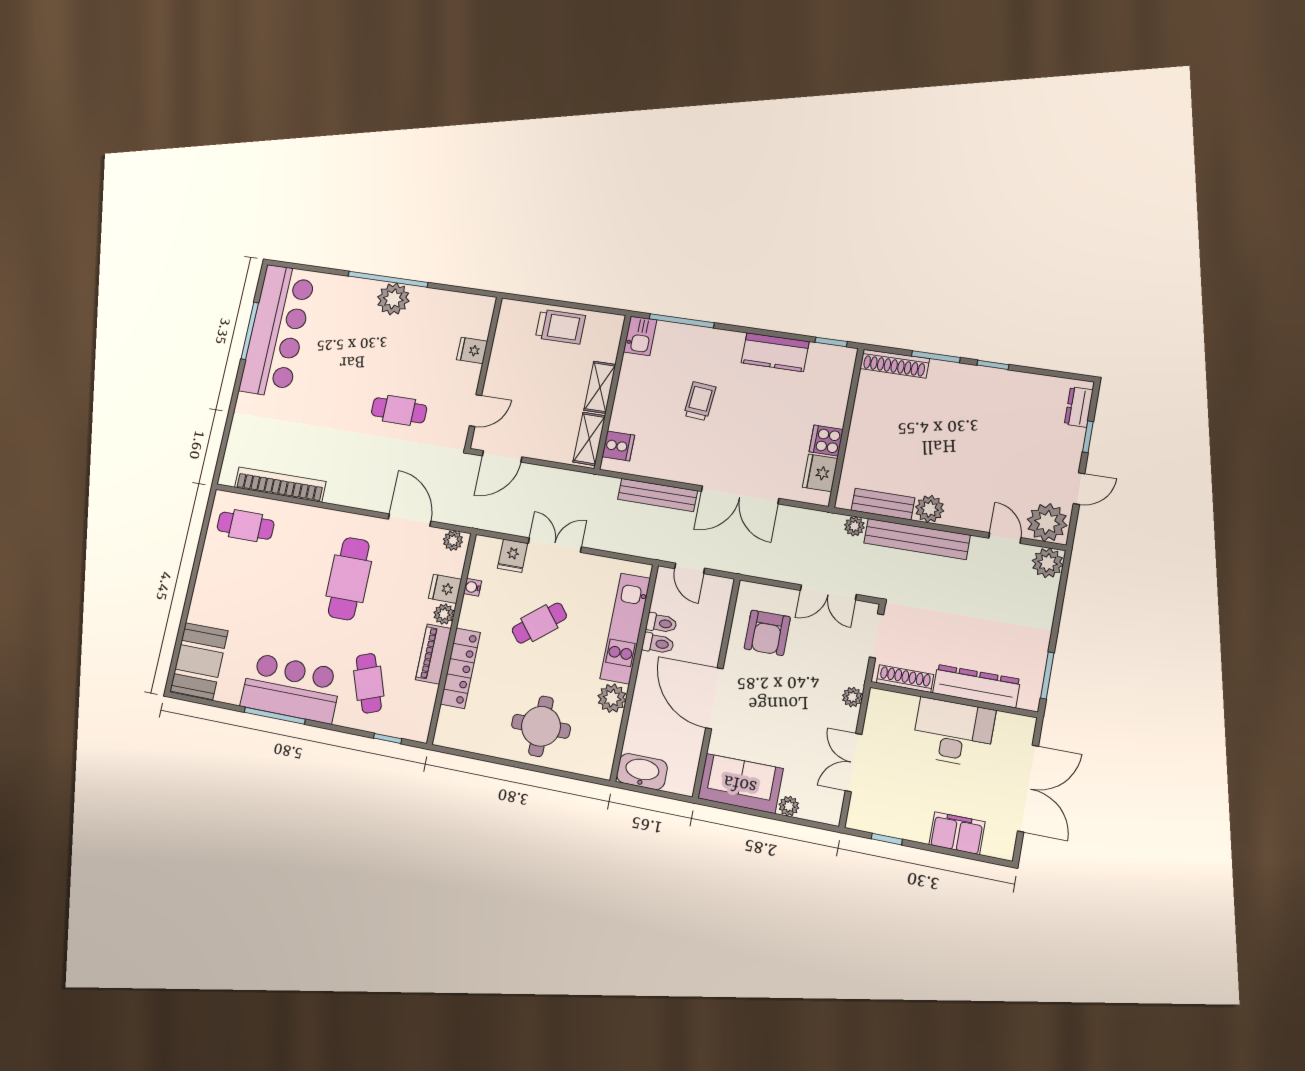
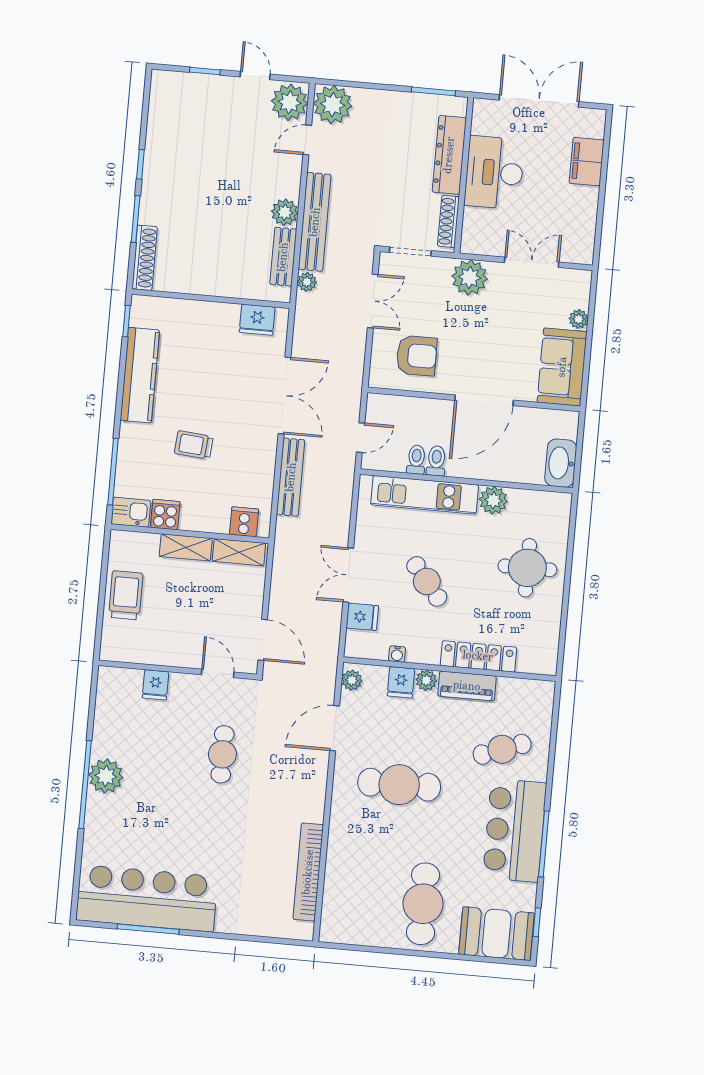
kitchen counter: (775, 352) -> (140, 375), width x1.50
dresser: (1079, 407) -> (177, 82), removed
cooker: (826, 441) -> (165, 515), moved, turned 180
cafe table: (246, 526) -> (423, 904), moved, width x1.37, depth x1.35
plant: (1048, 563) -> (333, 105), width x1.36, depth x1.36
plant: (852, 697) -> (470, 277), width x1.88, depth x1.88
window: (388, 738) -> (537, 922), moved
double door: (853, 763) -> (532, 262), swing flipped
window: (887, 839) -> (599, 225), removed

